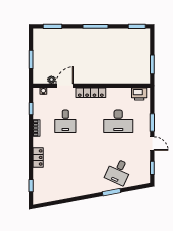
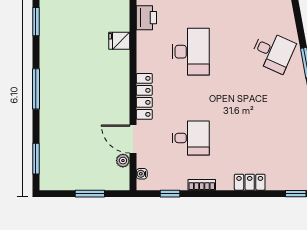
fridge: (125, 77) -> (119, 41), added

